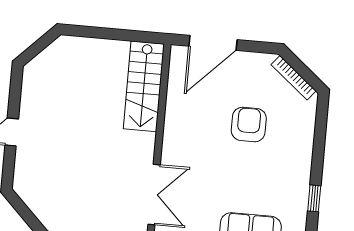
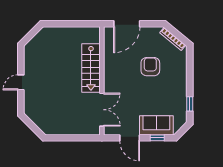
stairs: (144, 86) -> (91, 68), moved

